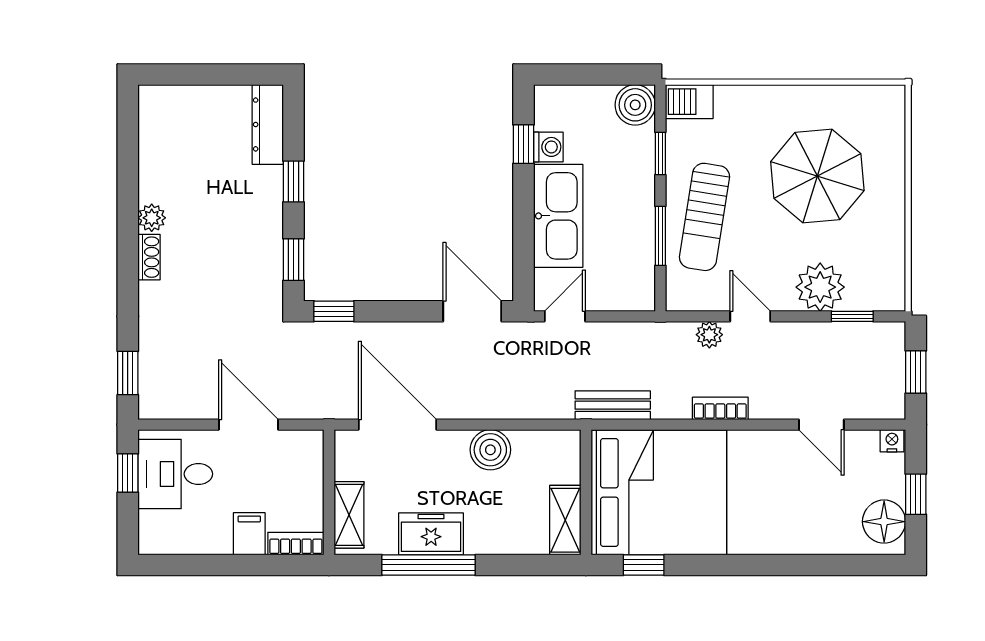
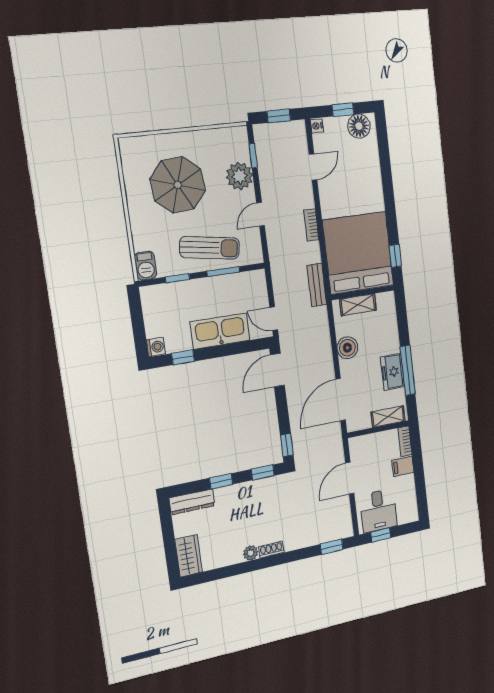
wardrobe: (173, 105) -> (189, 556), added
boiler: (635, 105) -> (152, 297), removed
washing machine: (548, 147) -> (156, 347), moved, turned 90
plant: (709, 335) -> (273, 236), removed
shelving: (565, 520) -> (358, 305), moved

